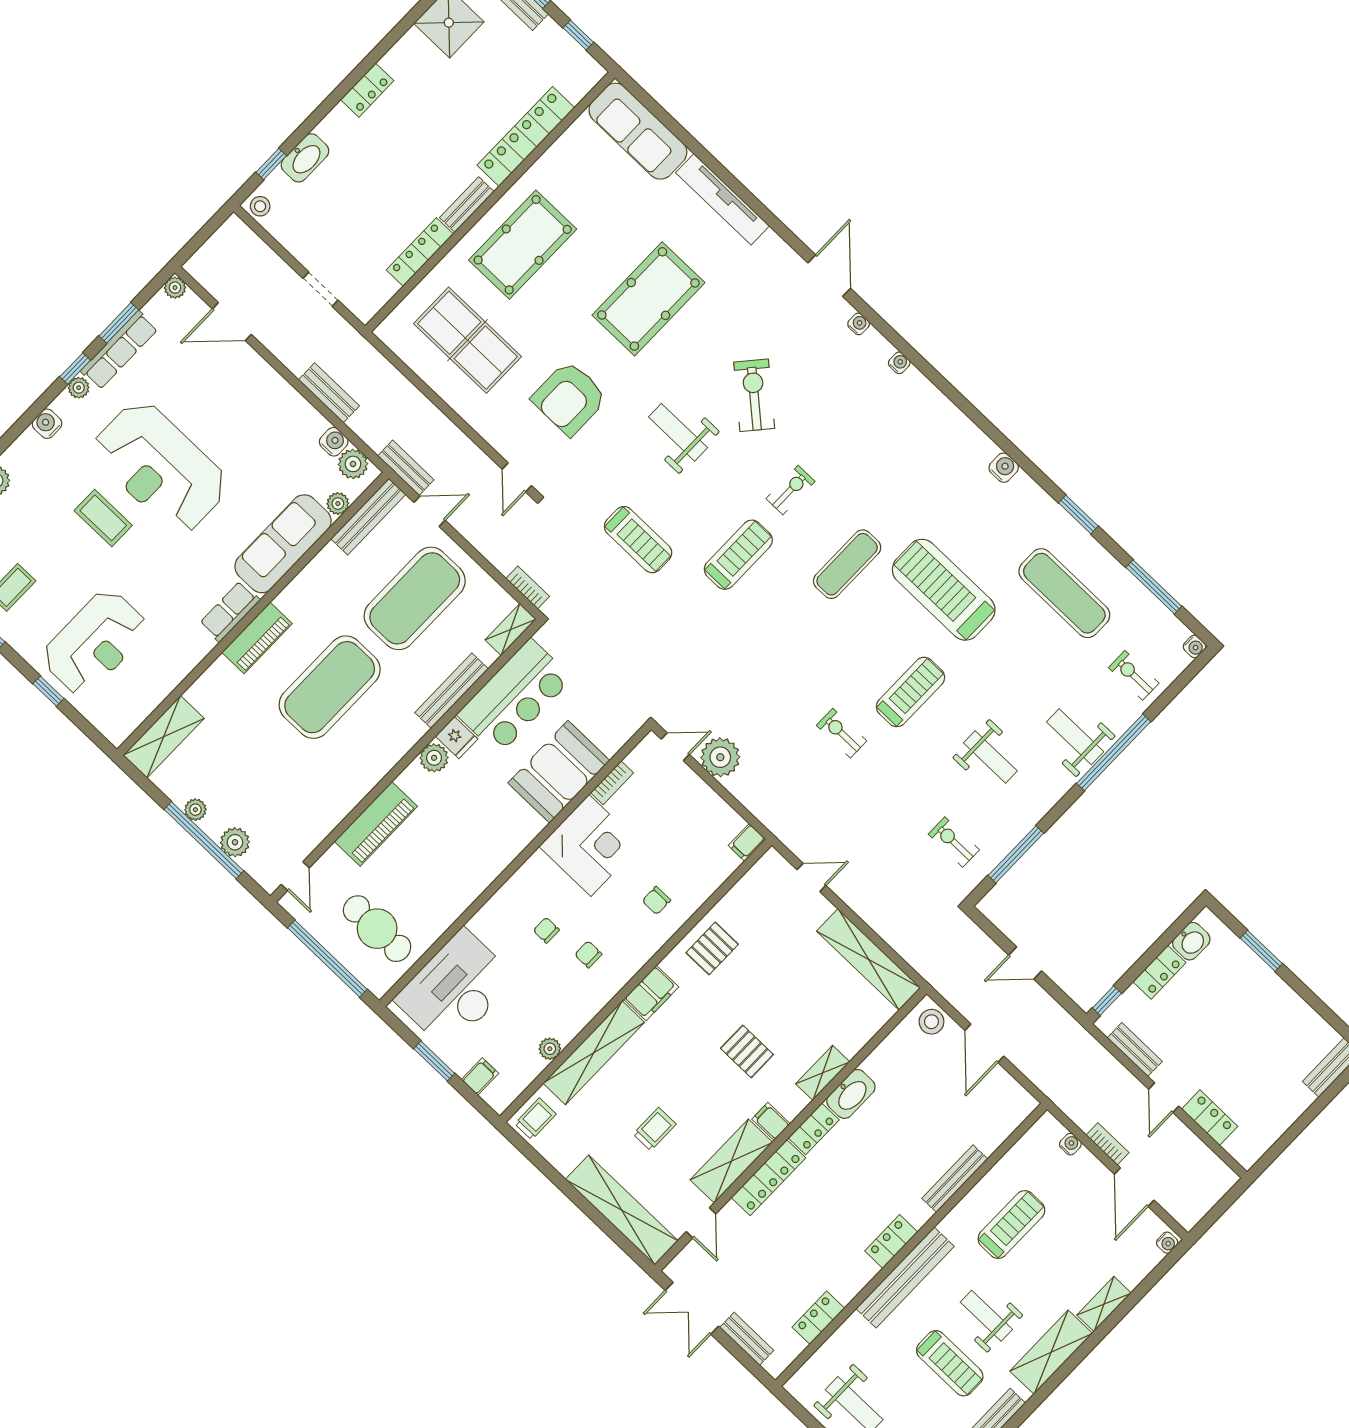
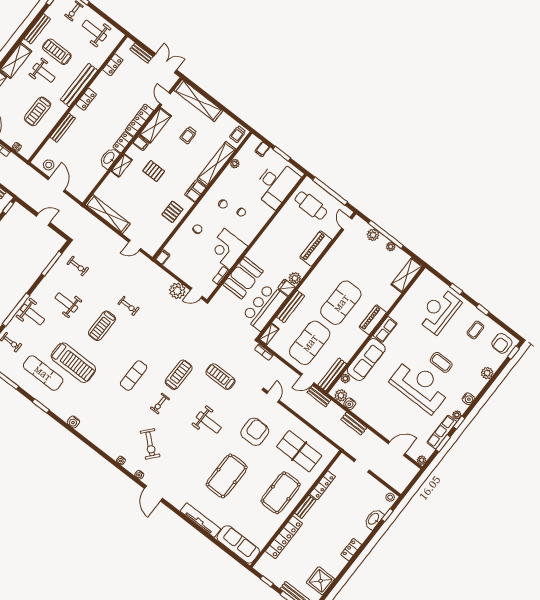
exercise bike: (754, 395) -> (150, 444), moved
treadmill: (738, 555) -> (179, 375), turned 180
treadmill: (944, 590) -> (73, 363), moved
stool: (931, 1022) -> (49, 165), moved

